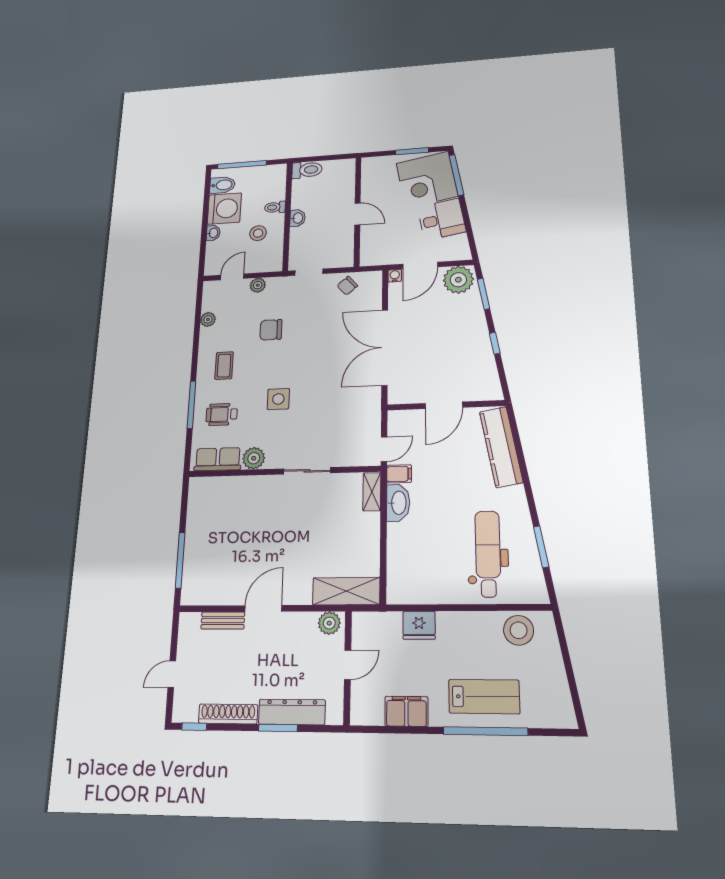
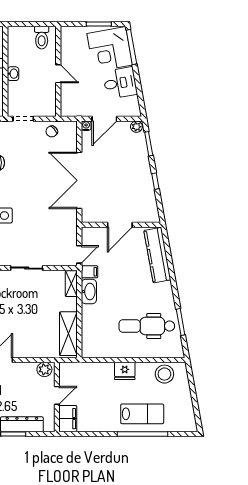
toilet: (307, 170) -> (42, 38), moved, turned 90
plant: (458, 280) -> (136, 127), width x0.53, depth x0.53
dental chair: (488, 554) -> (147, 326), turned -90
shelving: (346, 591) -> (68, 334), moved, turned 90
fridge: (419, 625) -> (125, 371), moved
filing cabinet: (406, 711) -> (68, 419), moved, turned 90

